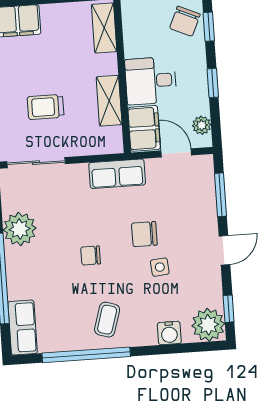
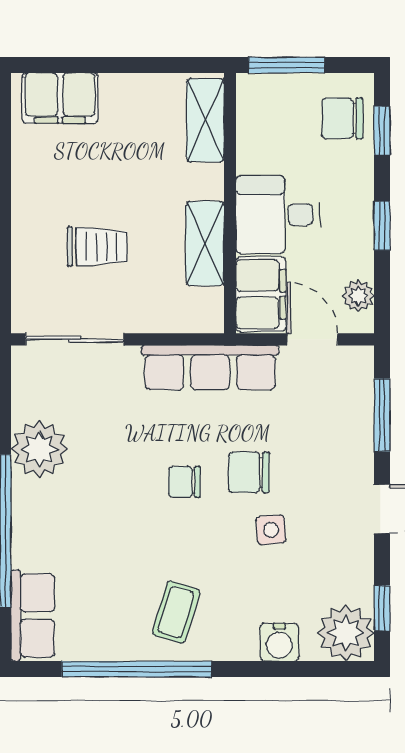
chair: (185, 21) -> (342, 118), turned 66
trolley: (46, 107) -> (97, 246), turned 180
row of seats: (117, 174) -> (210, 367), width x1.48
chair: (91, 255) -> (184, 482), moved

